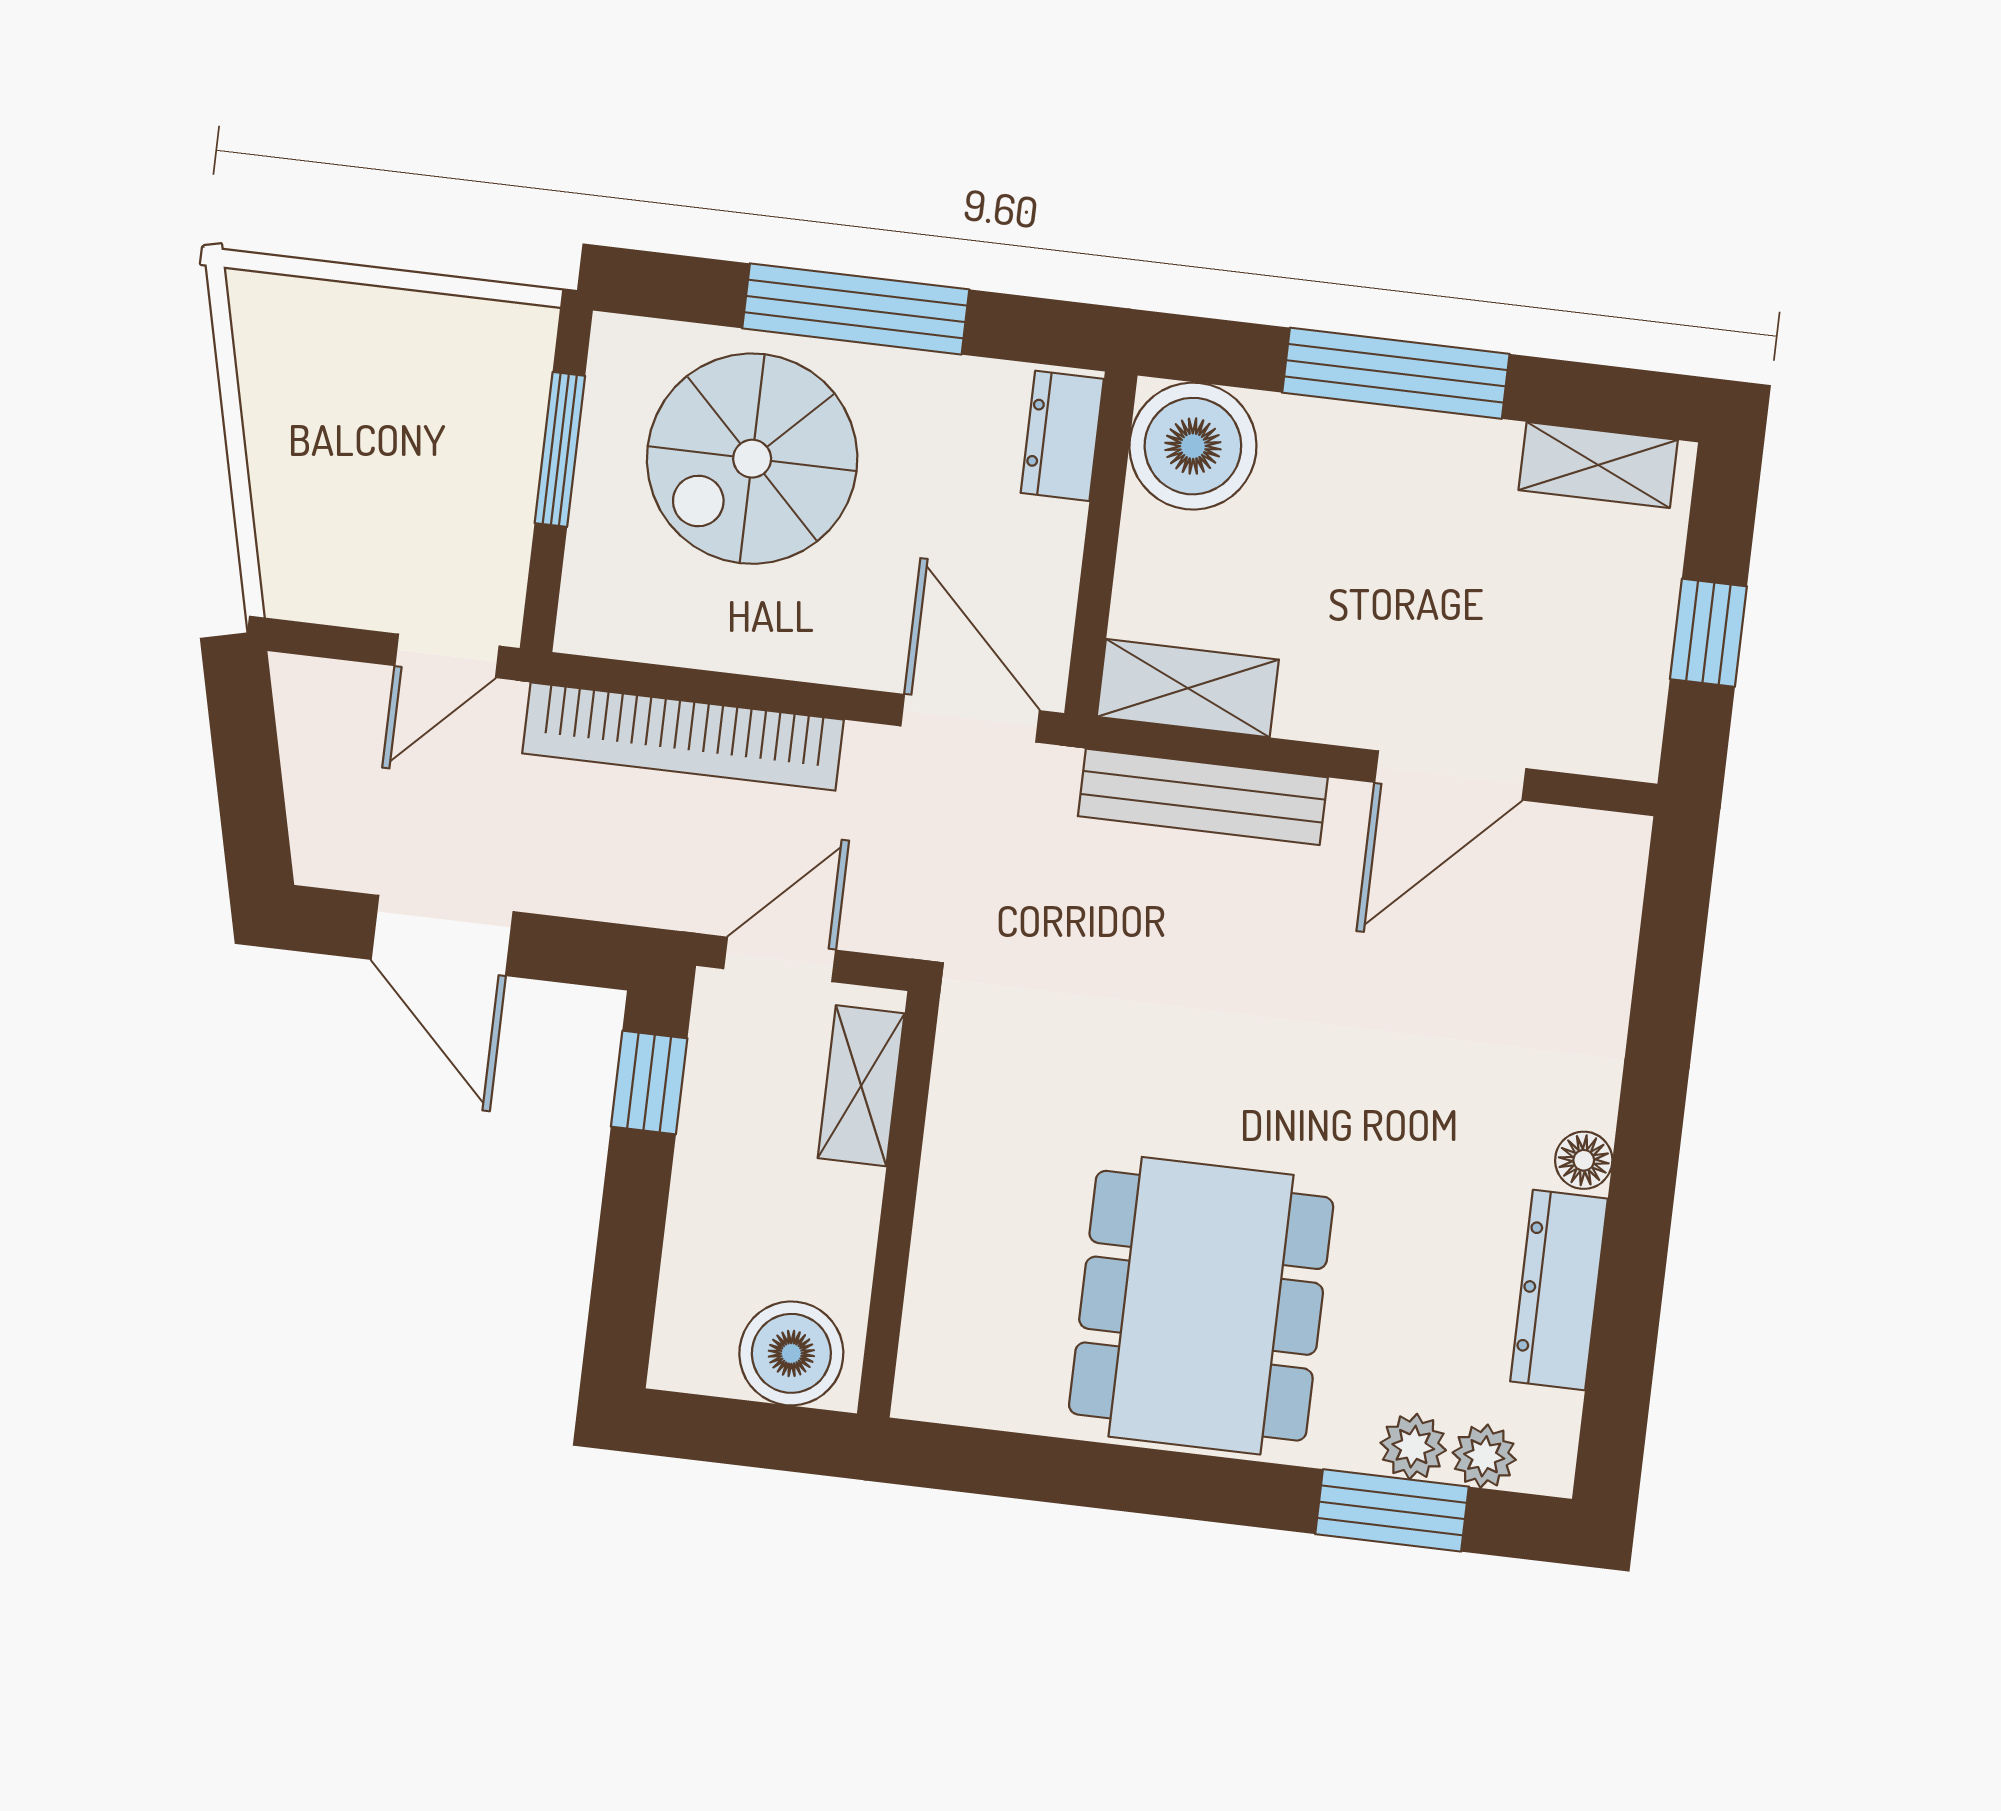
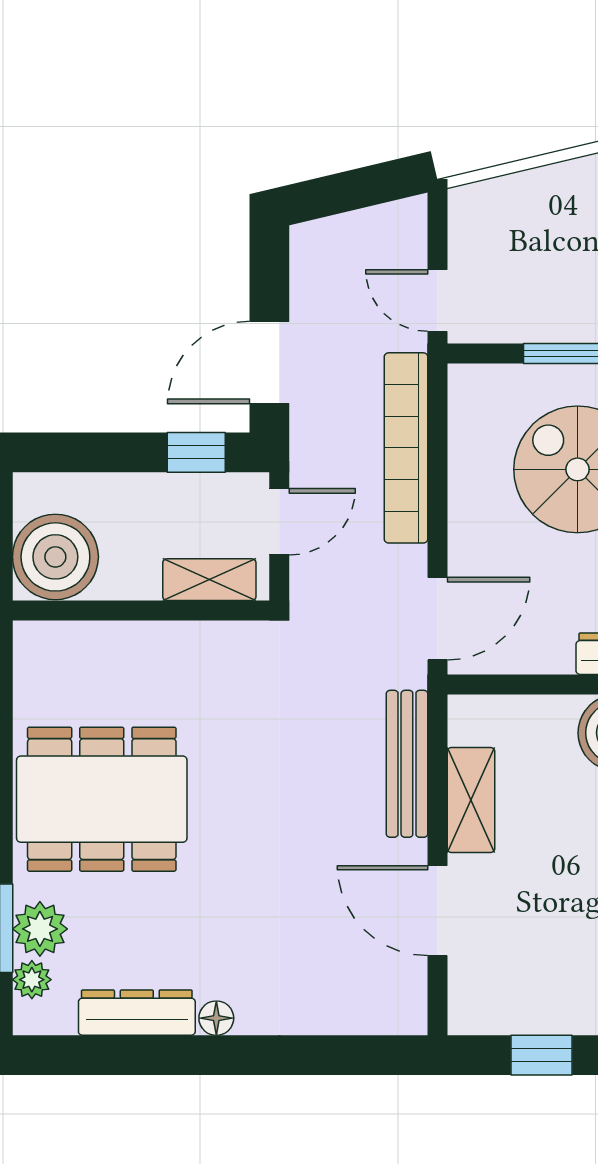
shelving: (1188, 688) -> (471, 800), moved
door: (442, 936) -> (269, 362), moved
door: (780, 959) -> (279, 522), hinge flipped
boiler: (791, 1353) -> (55, 557), width x1.37, depth x1.37
plant: (1413, 1447) -> (40, 929), width x1.38, depth x1.38

